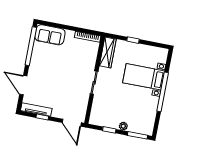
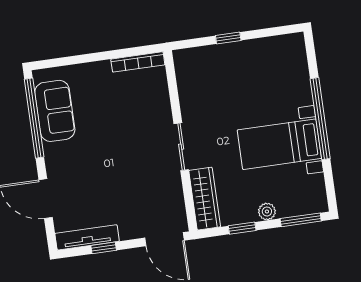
sofa: (50, 35) -> (55, 111), moved, turned -90
wardrobe: (108, 52) -> (205, 199), moved
bed with nightstands: (144, 77) -> (279, 144), moved

